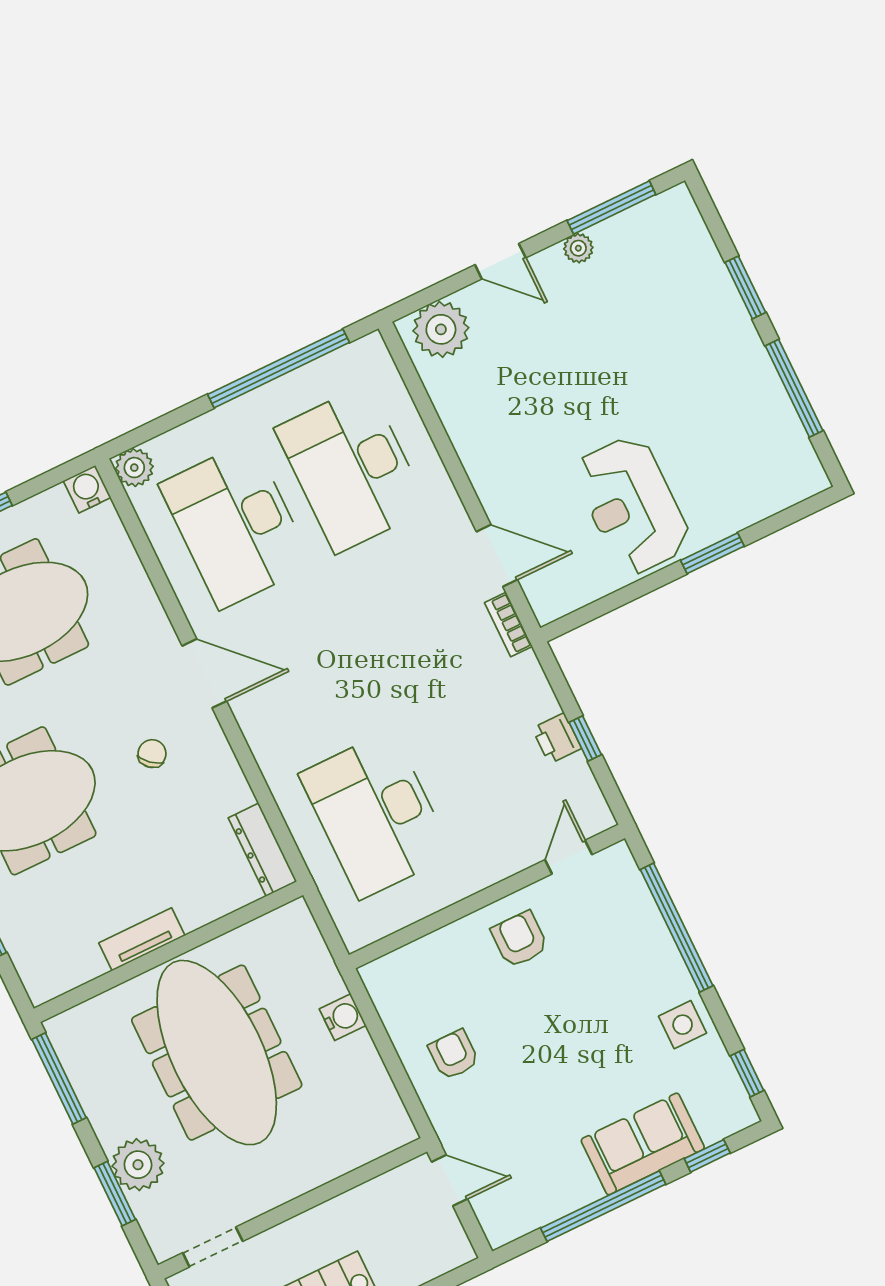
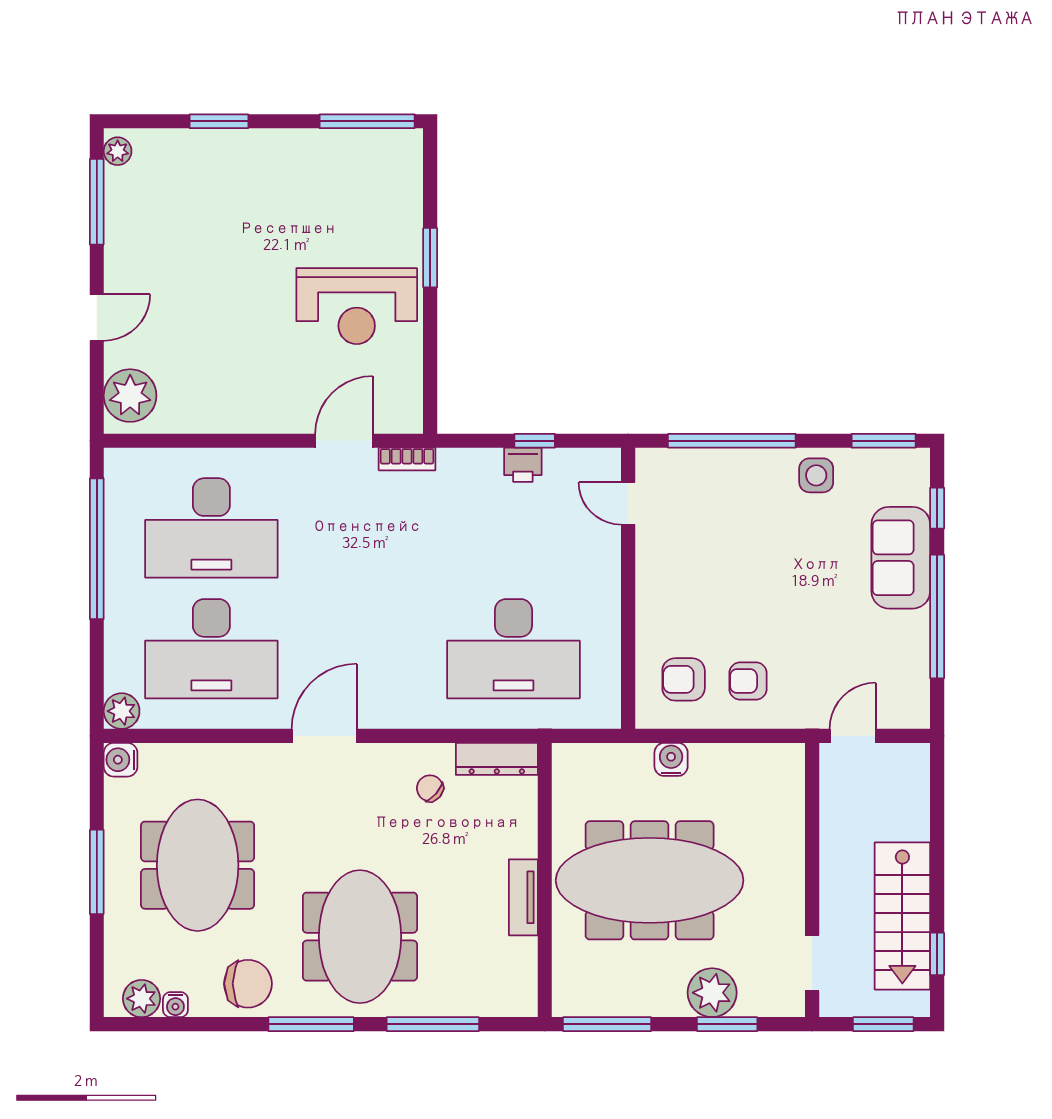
plant: (578, 248) -> (118, 151), moved
window: (794, 388) -> (367, 121), moved
chair: (152, 754) -> (430, 788), moved
armchair: (520, 939) -> (684, 679), moved
window: (747, 1073) -> (884, 441), width x1.50

